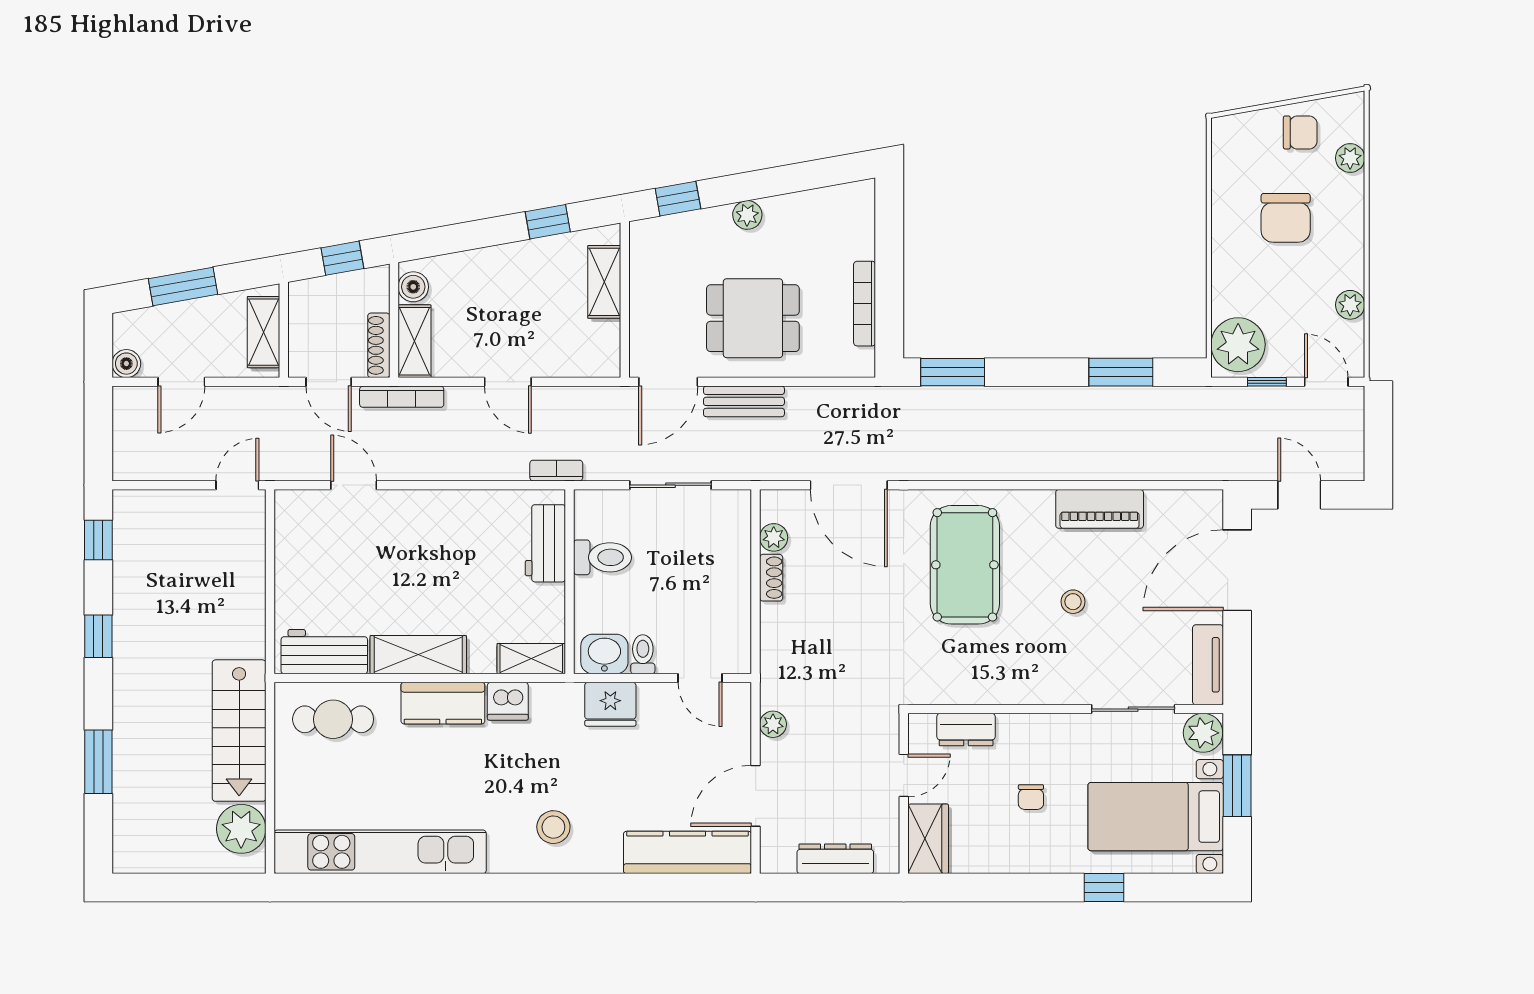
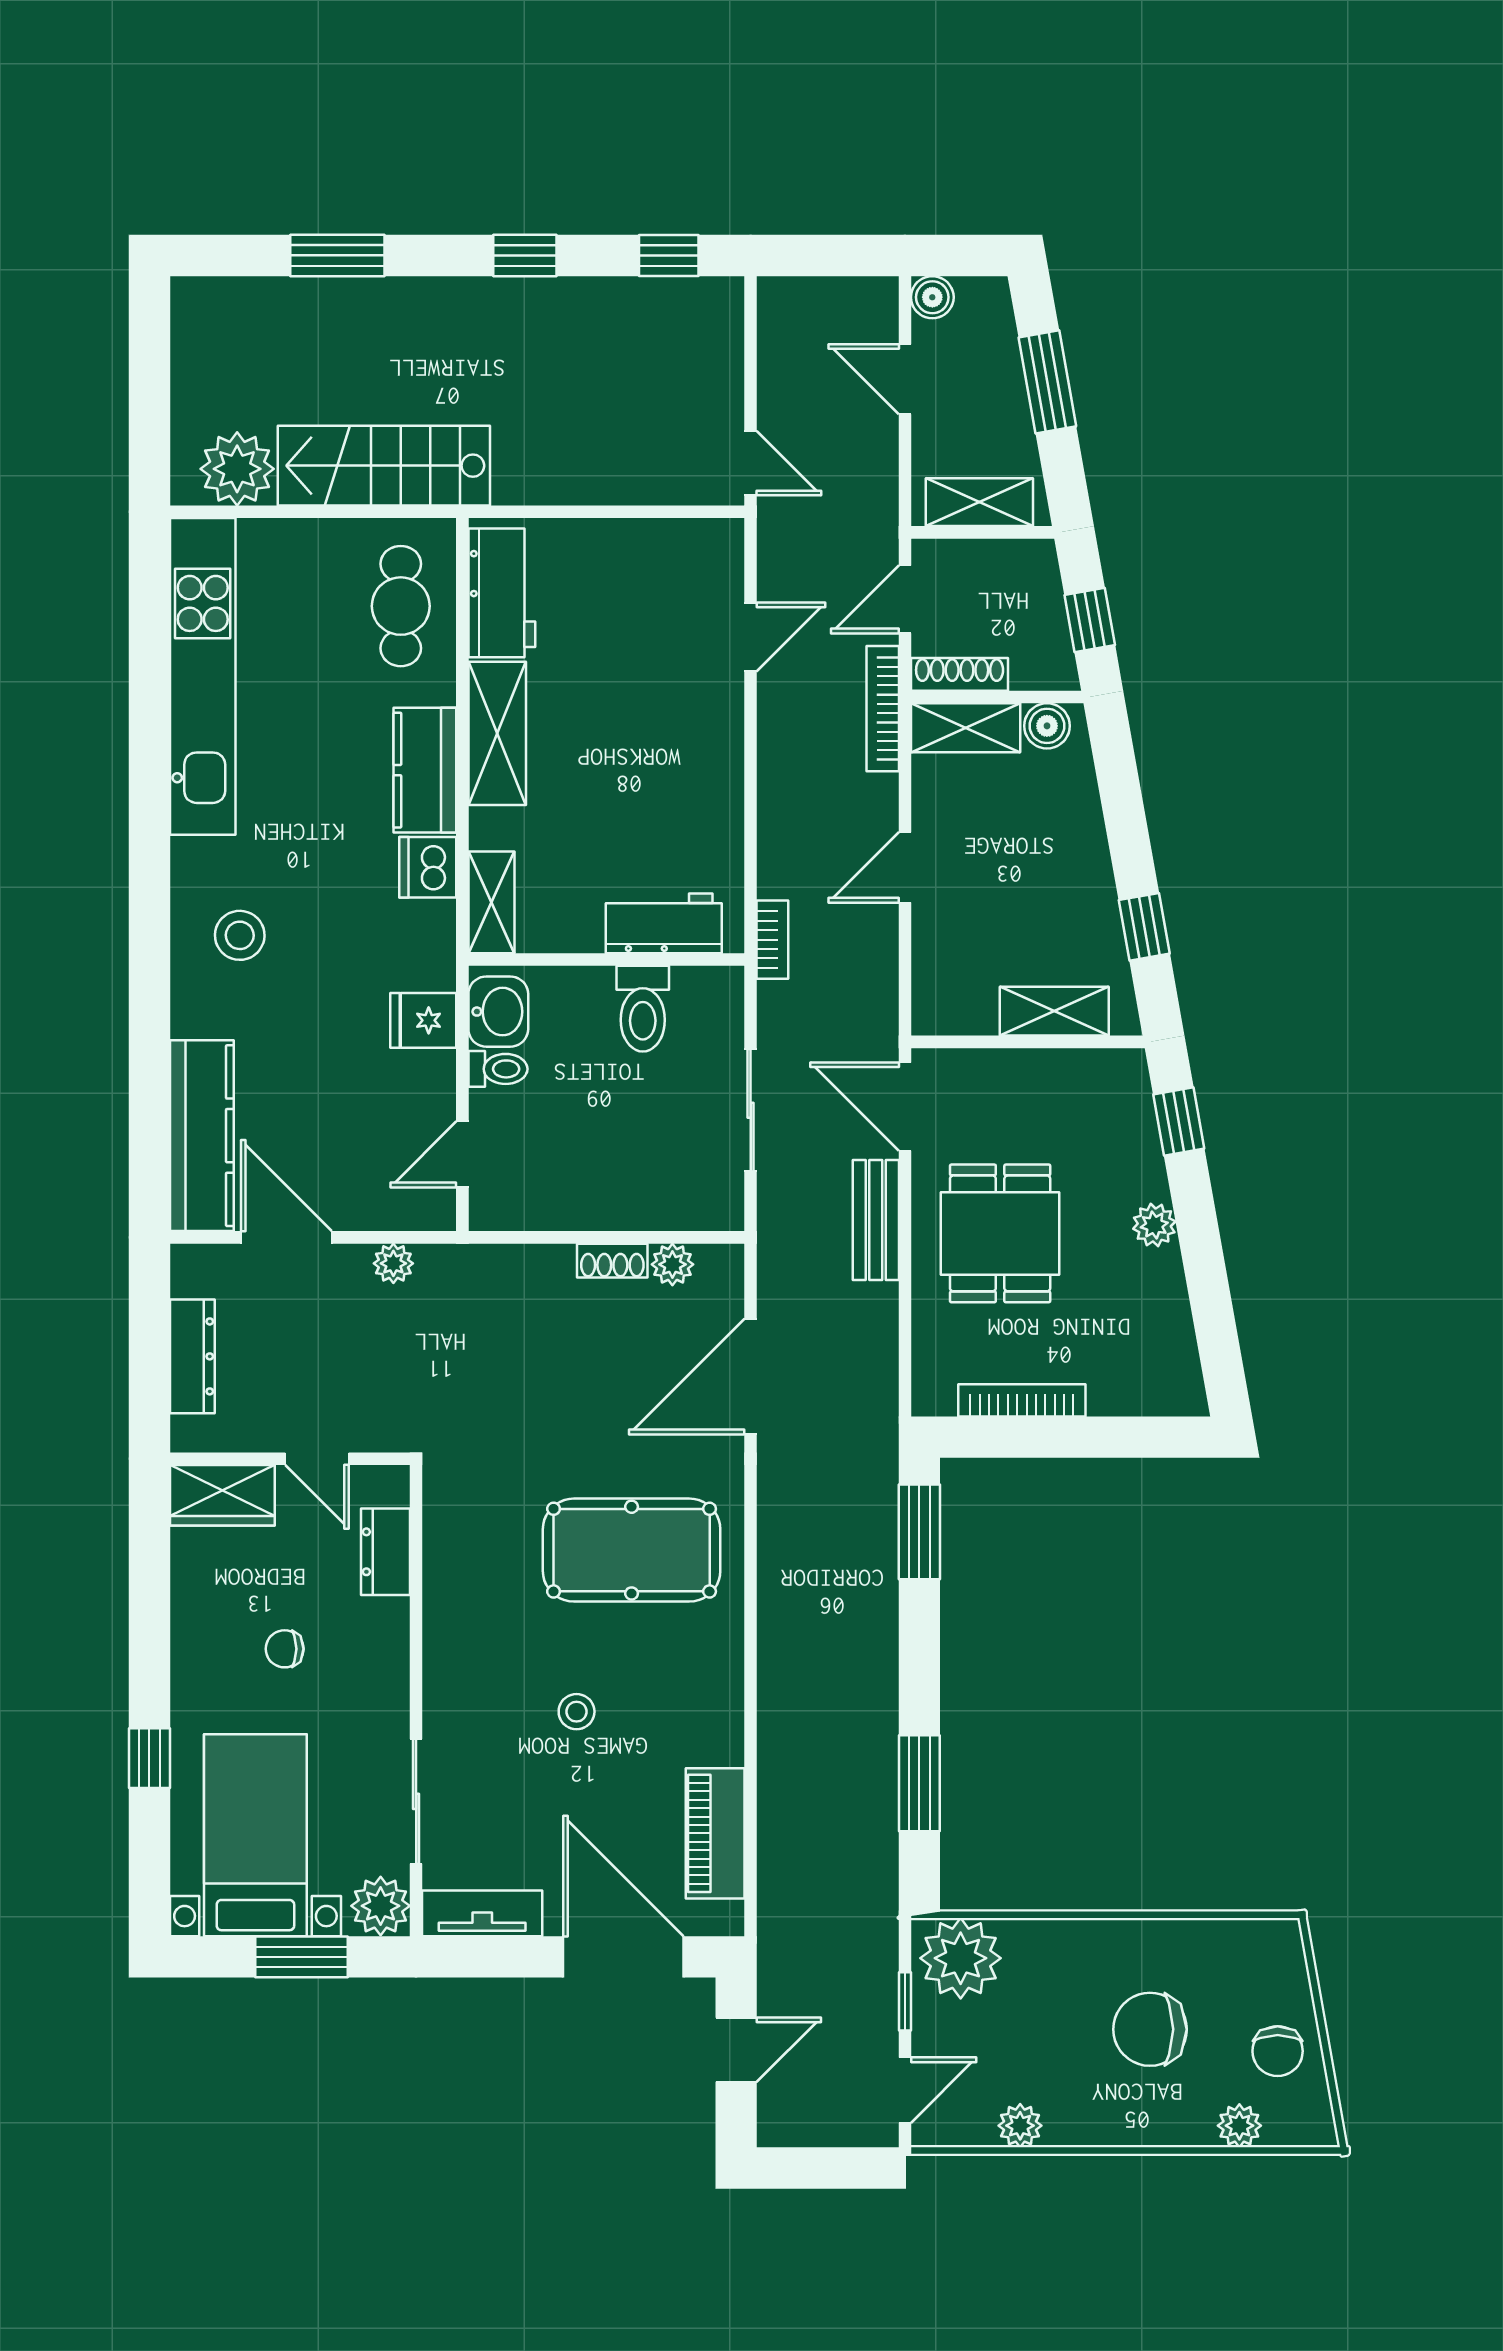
piano: (1100, 509) -> (715, 1833), moved
fridge: (610, 704) -> (423, 1020), width x0.72

